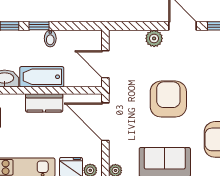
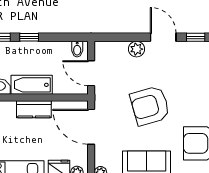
bidet: (50, 38) -> (77, 49), moved
armchair: (168, 99) -> (150, 106), turned -106

